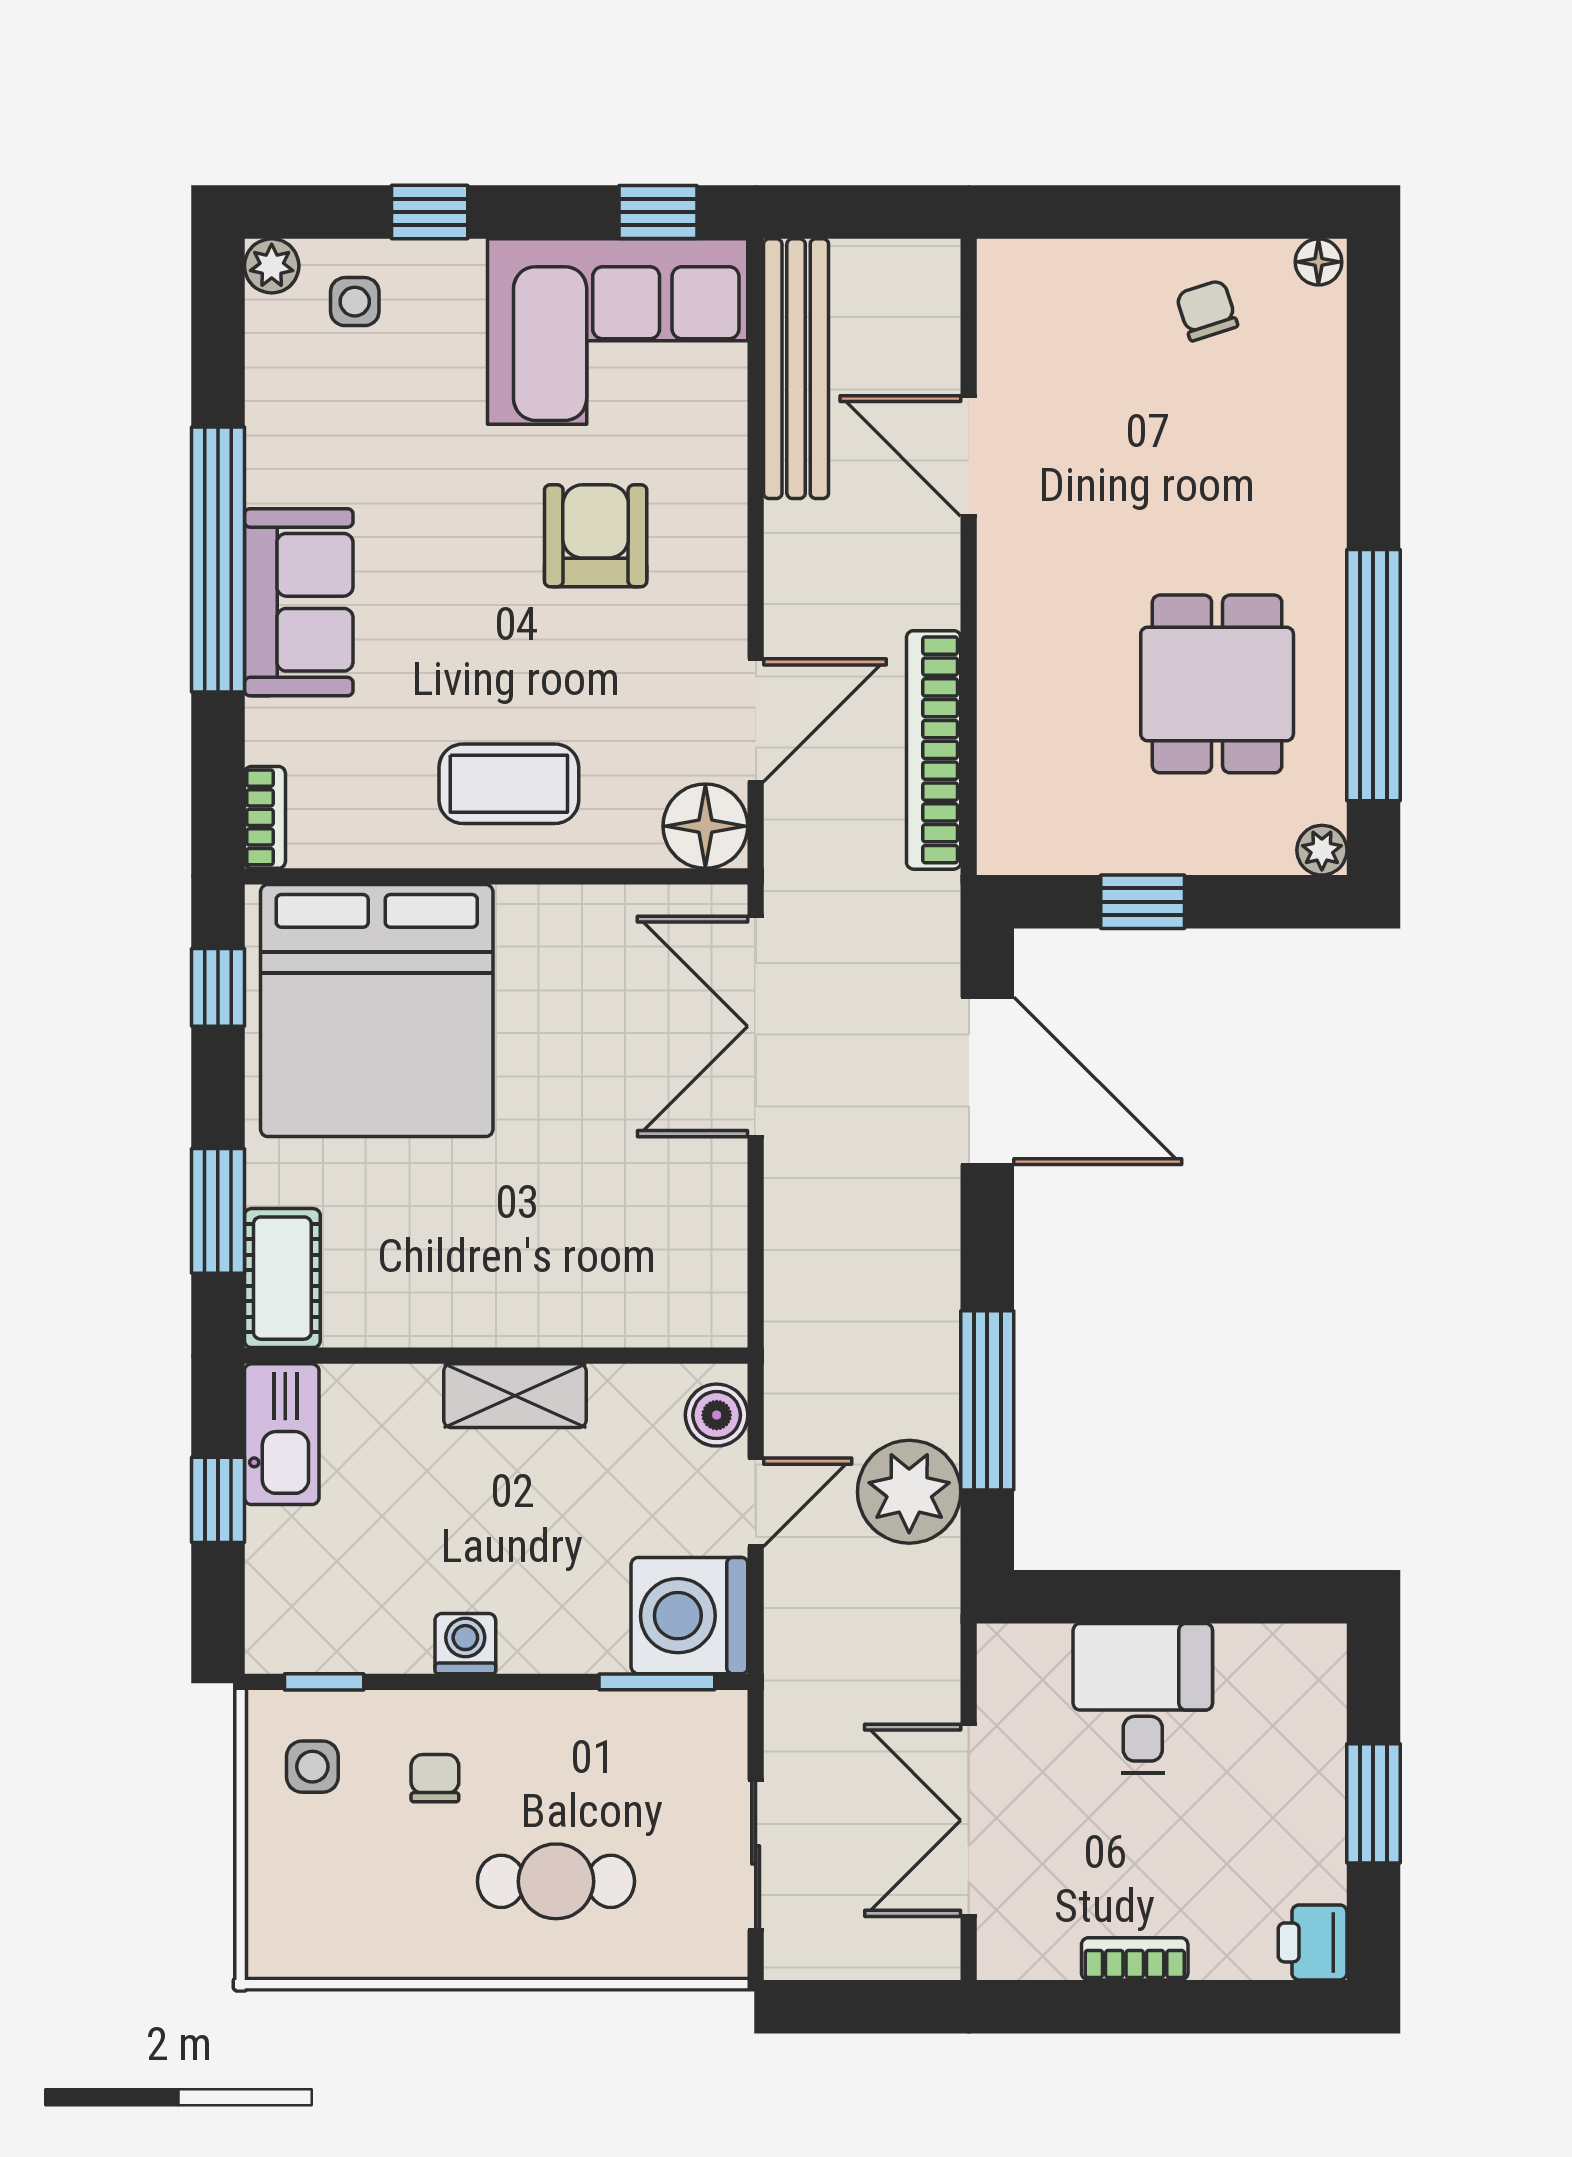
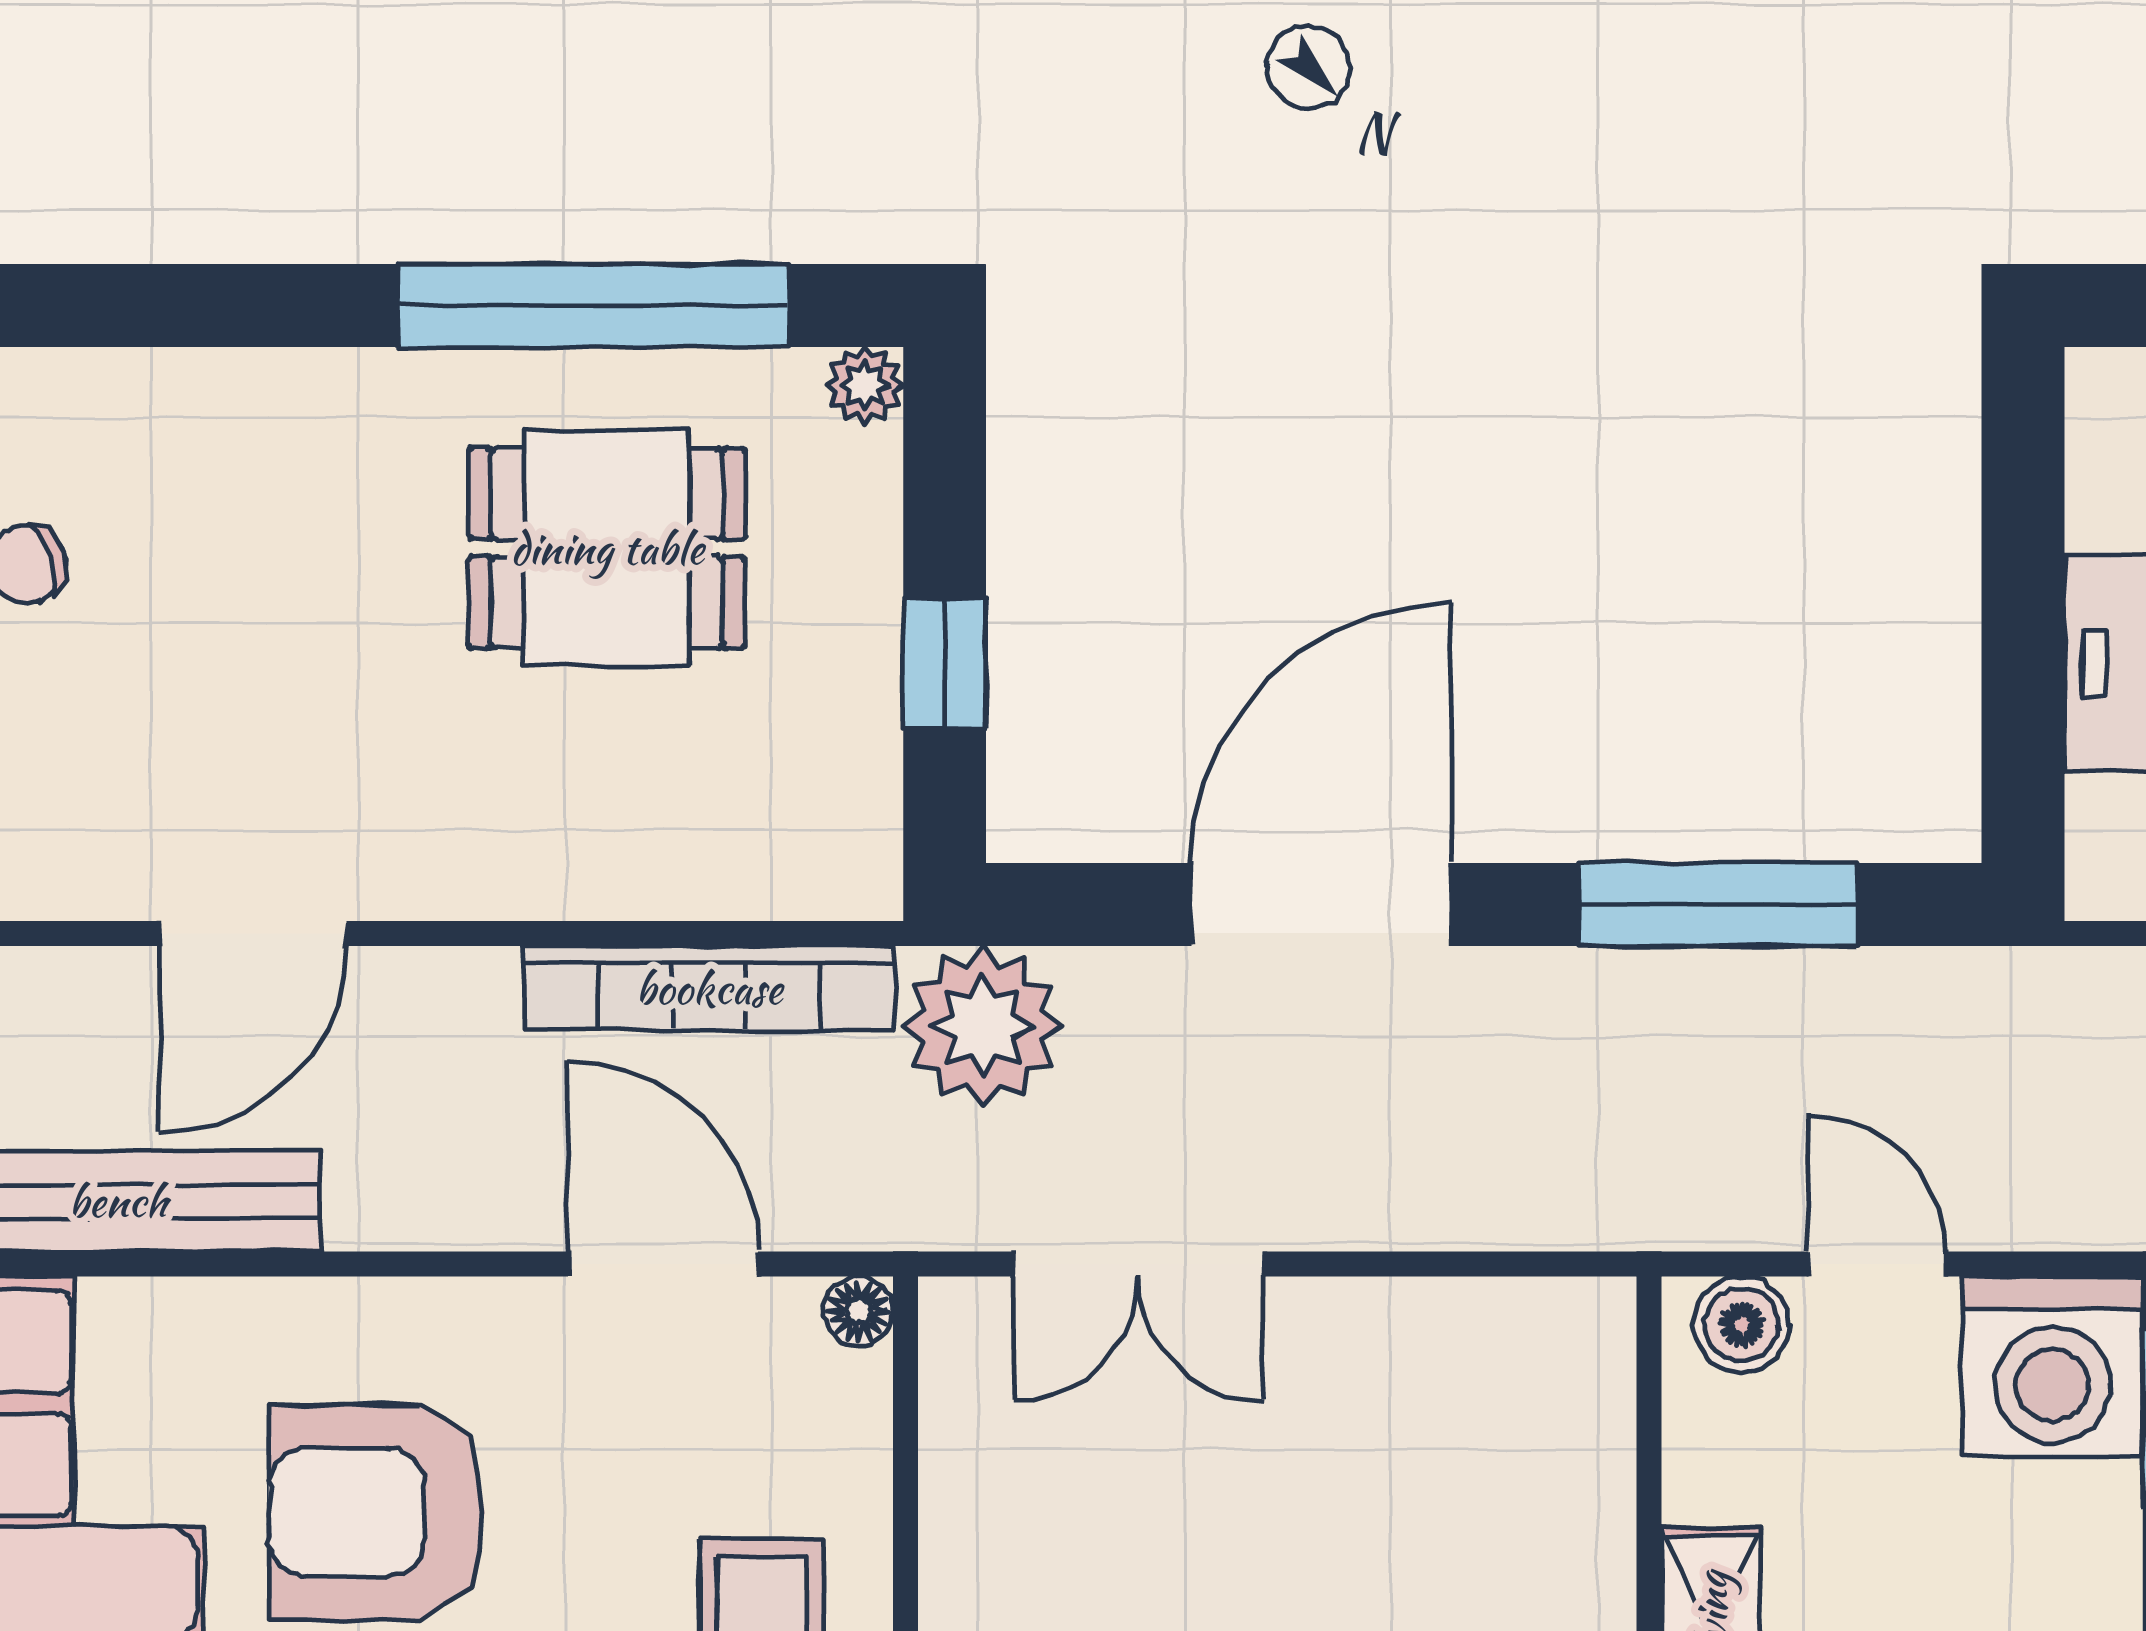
armchair: (596, 536) -> (377, 1512), width x1.36, depth x1.36
floor lamp: (705, 826) -> (858, 1311), width x0.53, depth x0.53
double door: (756, 1026) -> (1138, 1264), width x0.73
door: (987, 1081) -> (1322, 905), moved
plant: (909, 1492) -> (983, 1026), moved

